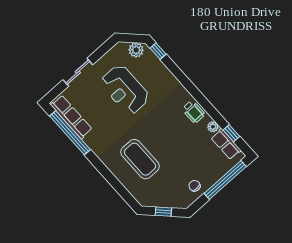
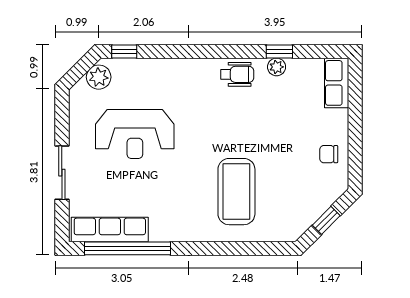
window: (231, 133) -> (279, 51), moved
row of seats: (226, 144) -> (337, 83), moved, turned 90
coffee table: (140, 159) -> (236, 192), turned 90
window: (225, 180) -> (355, 110), removed

